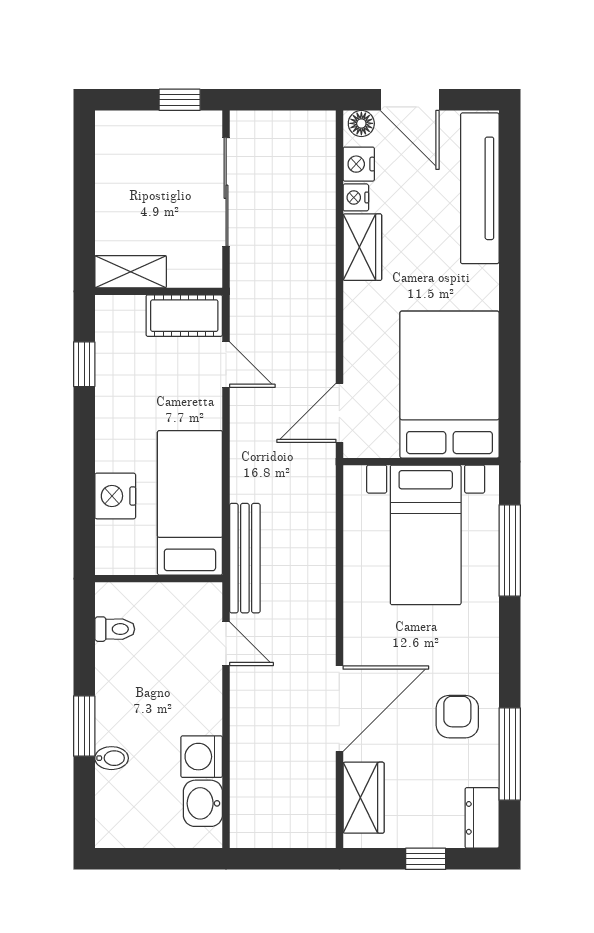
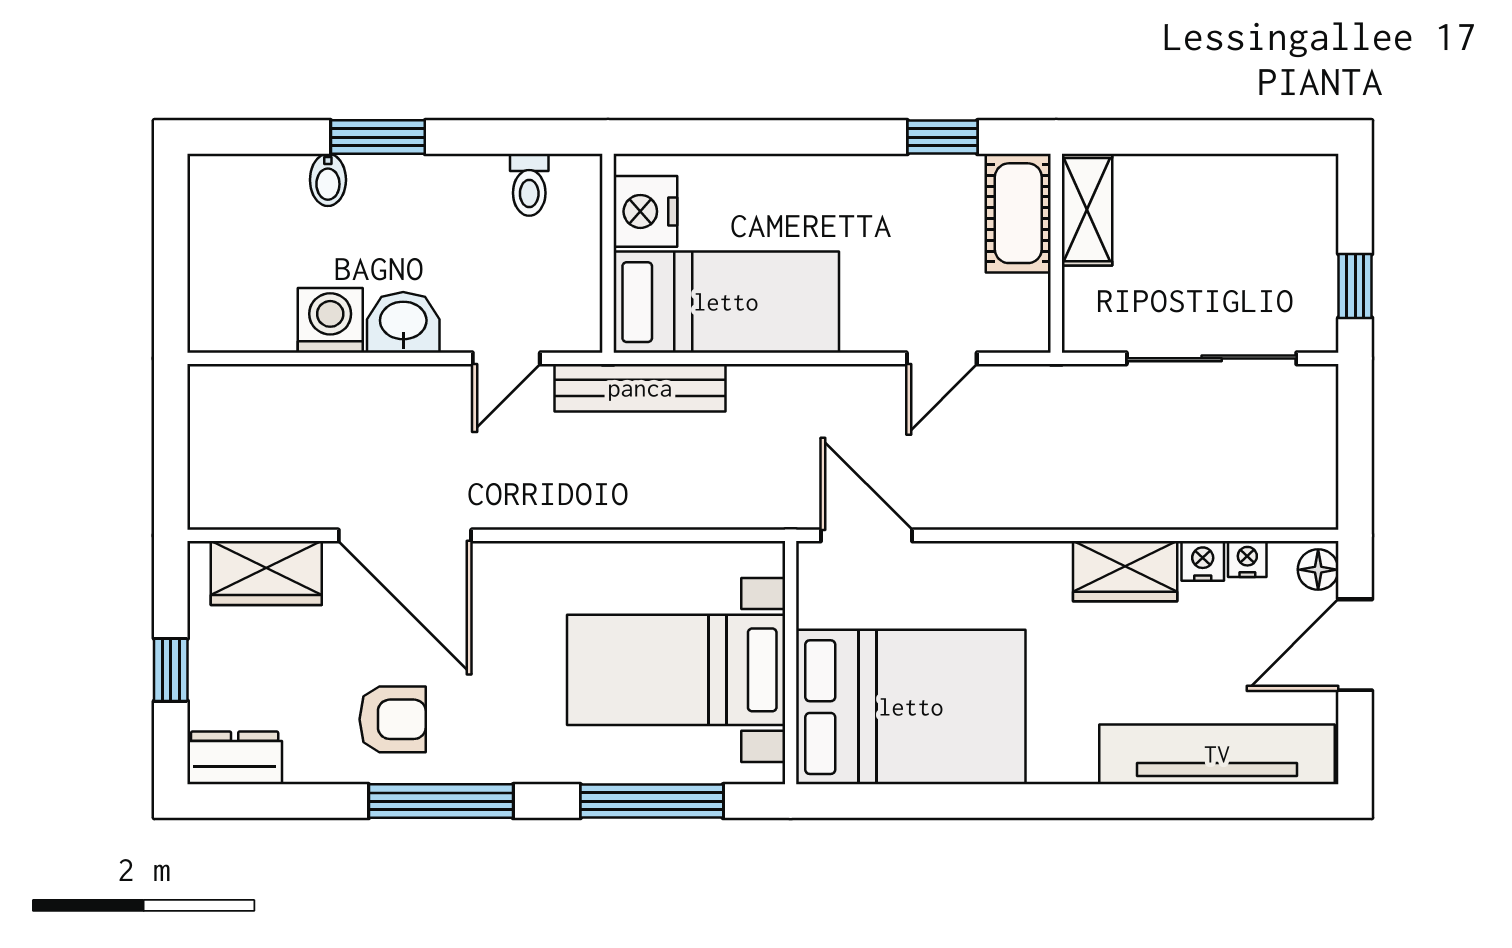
nightstand: (359, 164) -> (1247, 559), width x0.72, depth x0.74
cot: (184, 316) -> (1018, 213), moved
nightstand: (115, 496) -> (645, 211), moved, turned -90
window: (510, 754) -> (441, 801), moved
washbasin: (203, 803) -> (403, 322), moved

